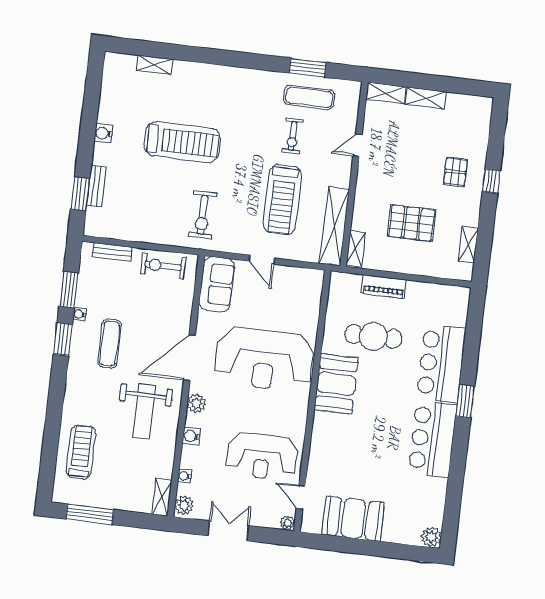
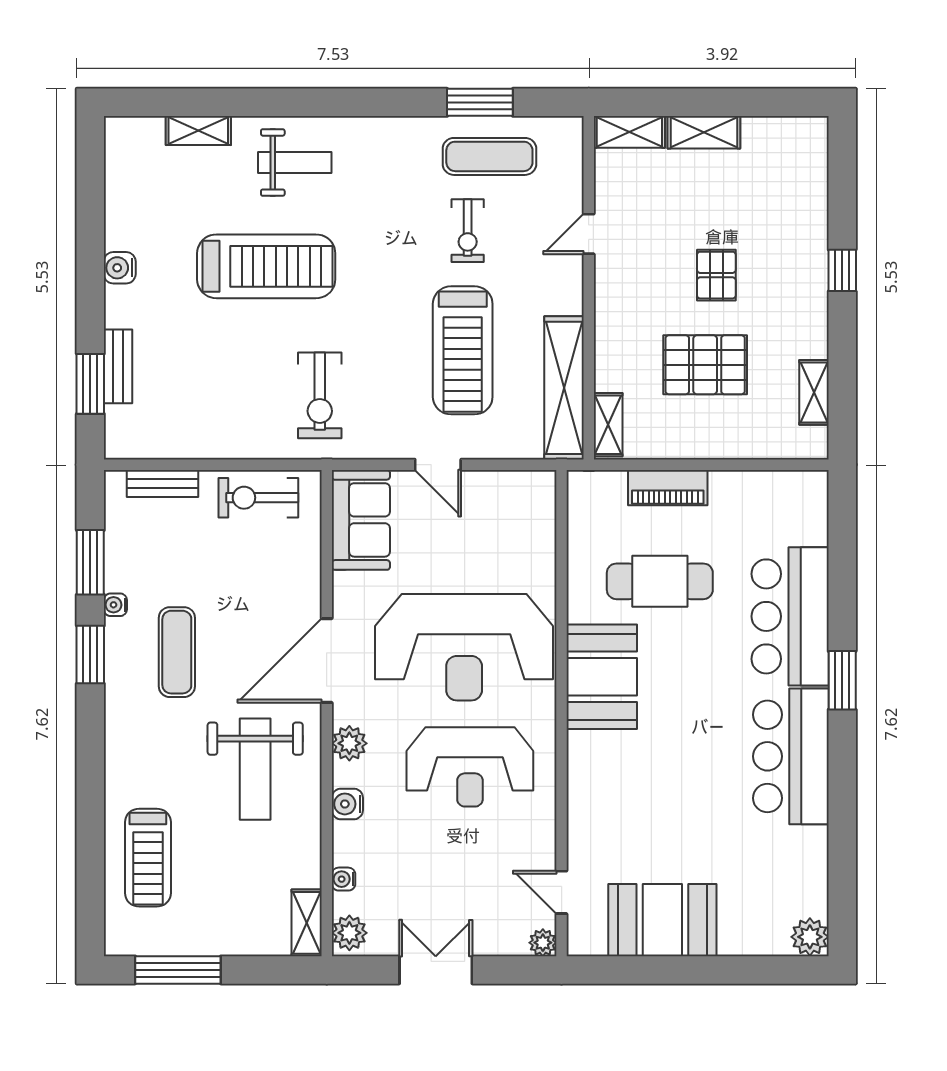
weight bench: (204, 88) -> (295, 163), added
pallet: (455, 172) -> (716, 275), moved
treadmill: (81, 452) -> (148, 858), turned 180
reception desk: (262, 456) -> (470, 767), moved

